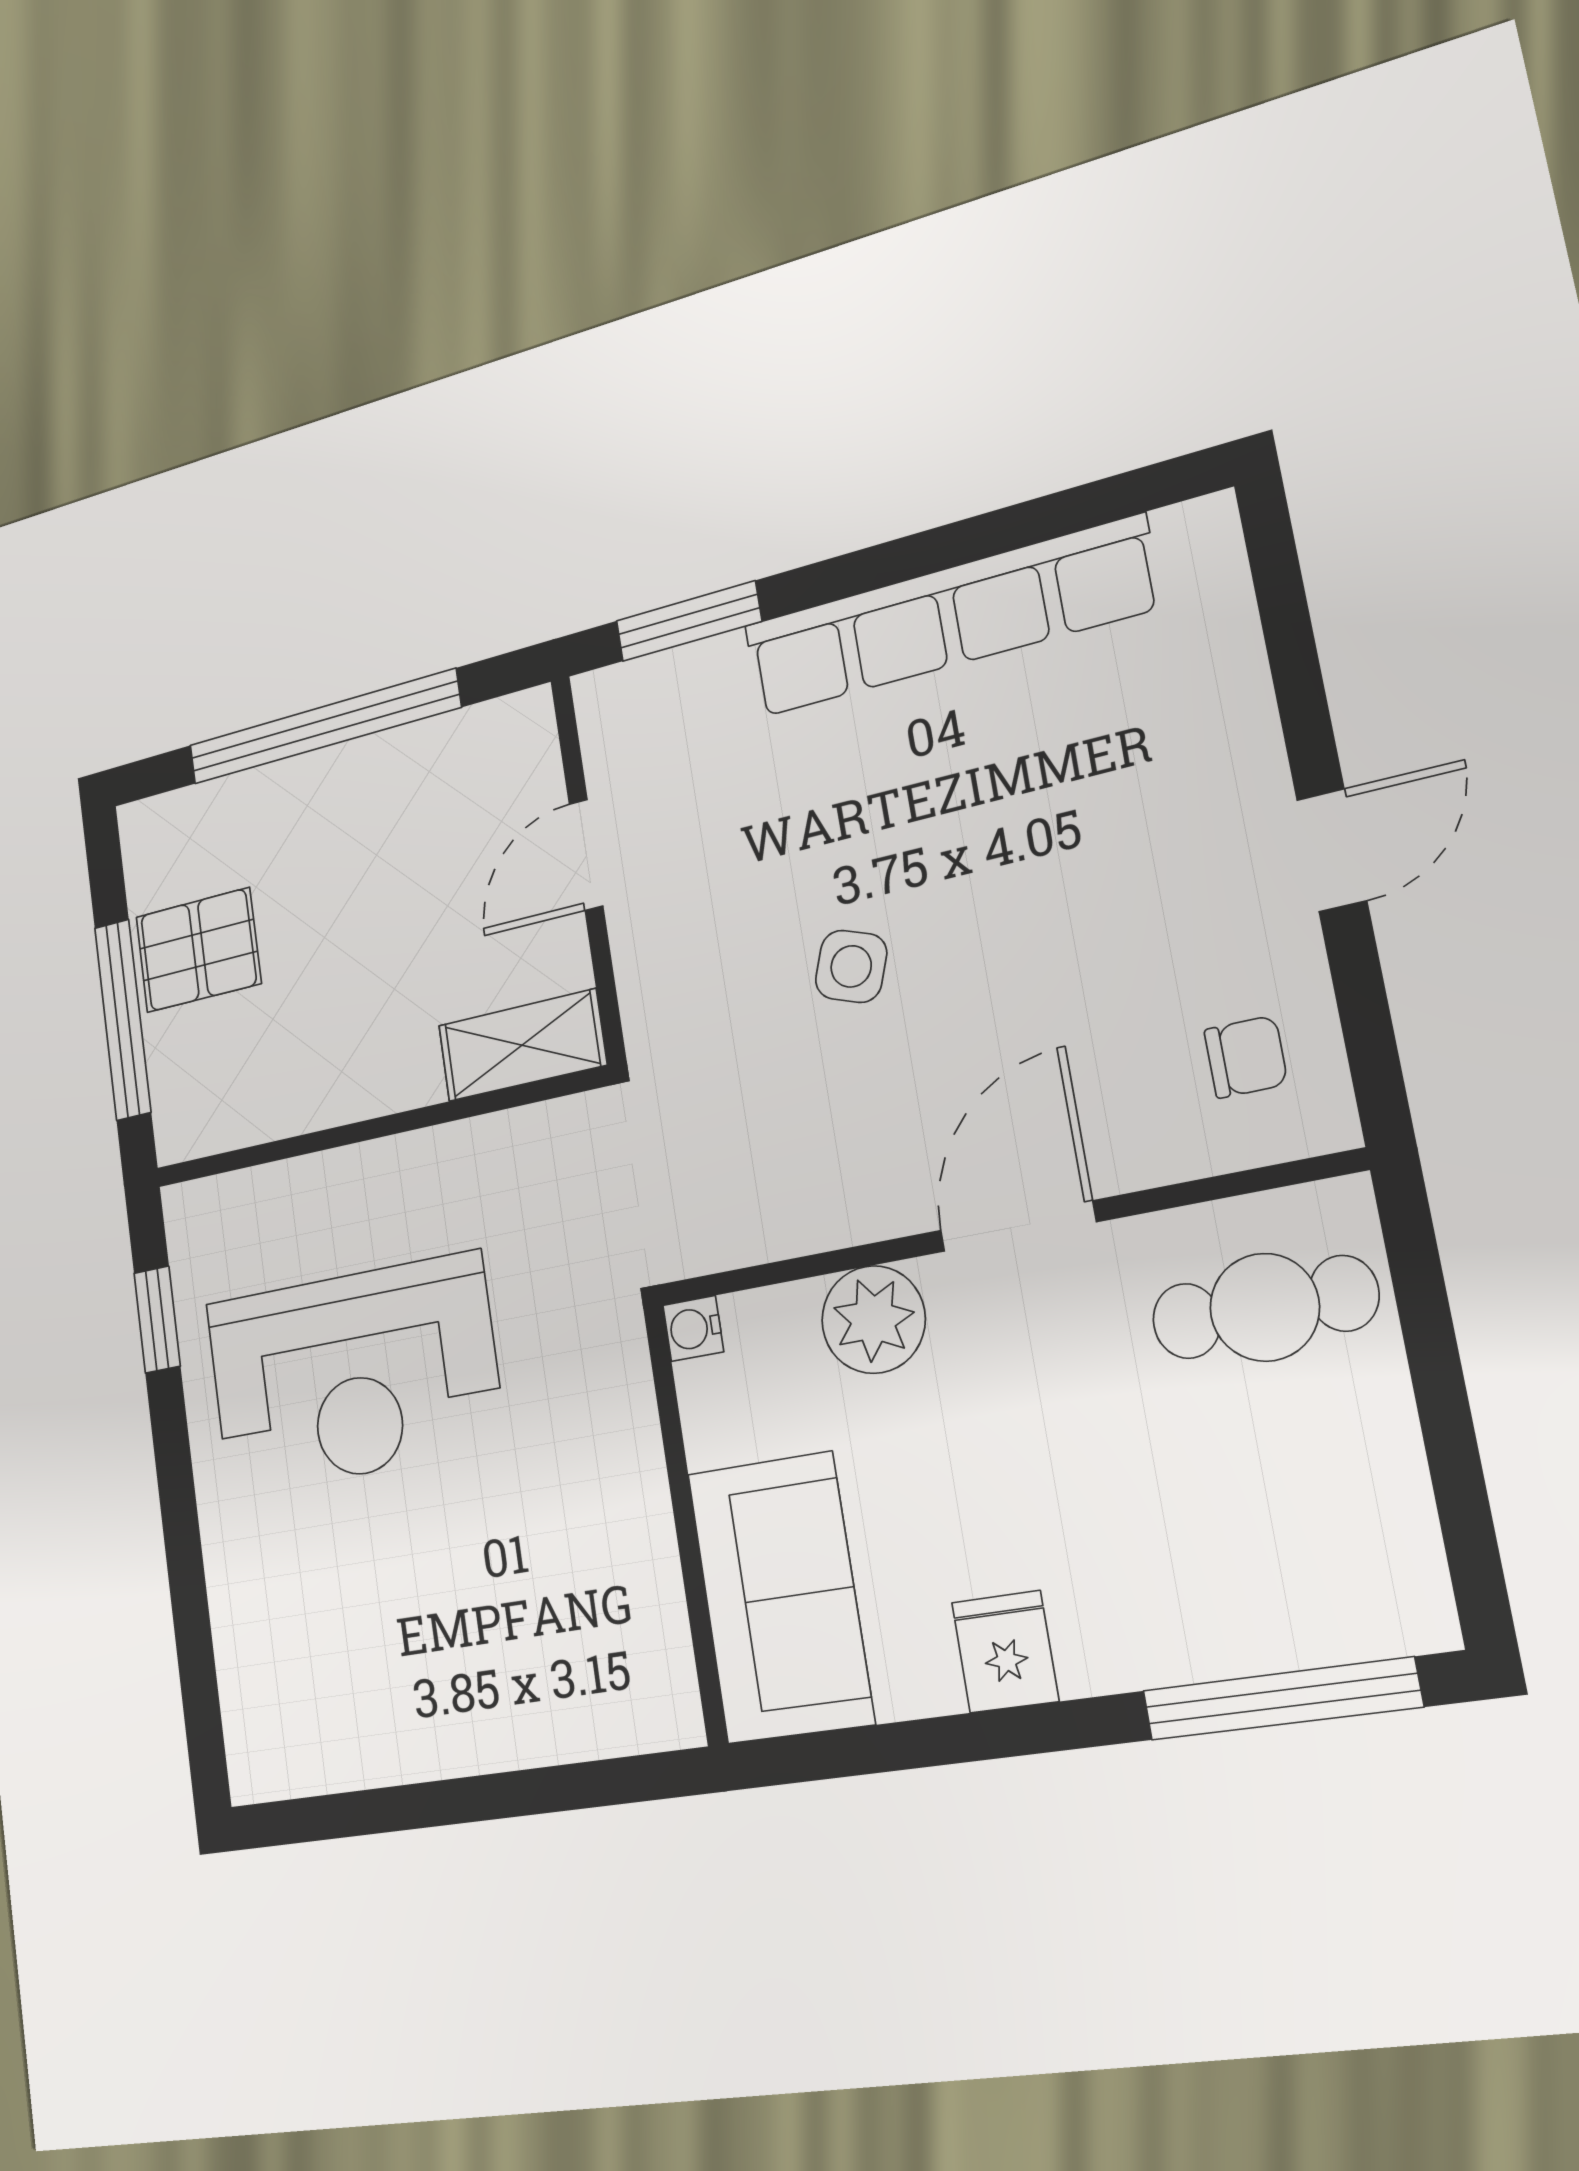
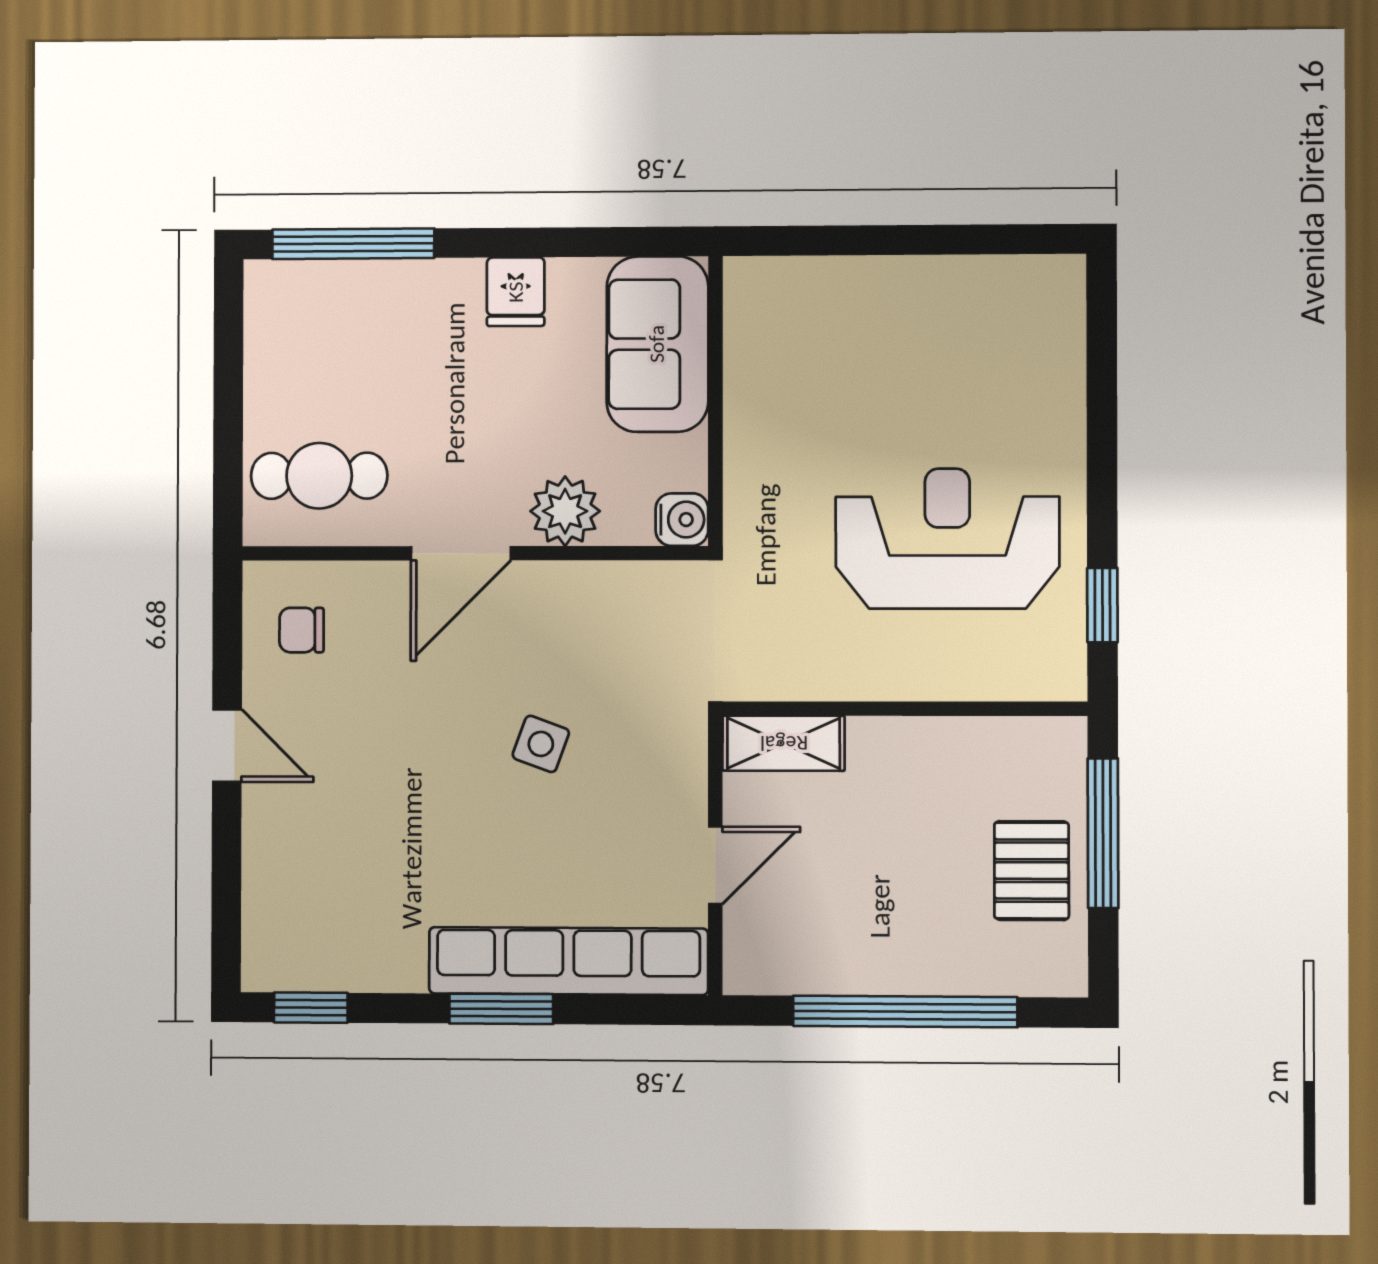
window: (1121, 496) -> (311, 1008), added
row of seats: (948, 617) -> (568, 961), moved
window: (689, 621) -> (501, 1009), moved
door: (1332, 850) -> (227, 746), swing flipped
pallet: (198, 950) -> (1032, 871), turned 90
water cooler: (693, 1328) -> (682, 520), width x1.38, depth x1.38

